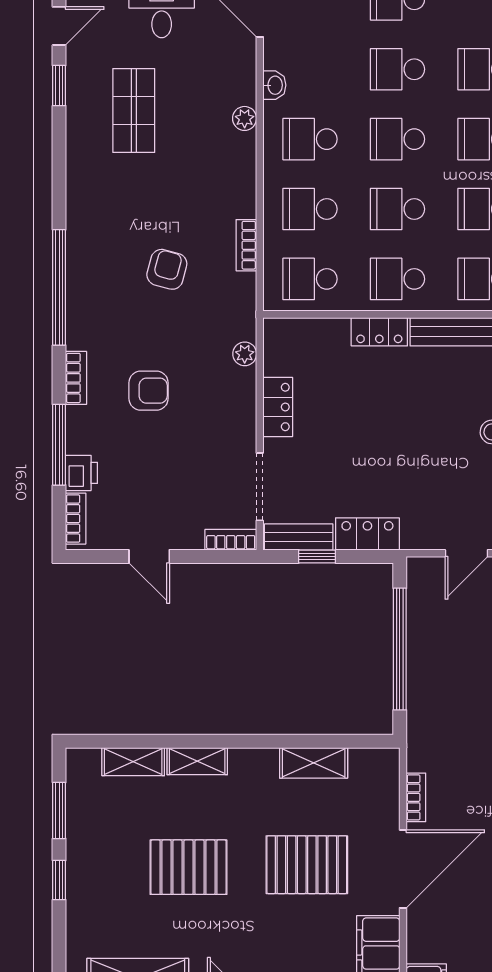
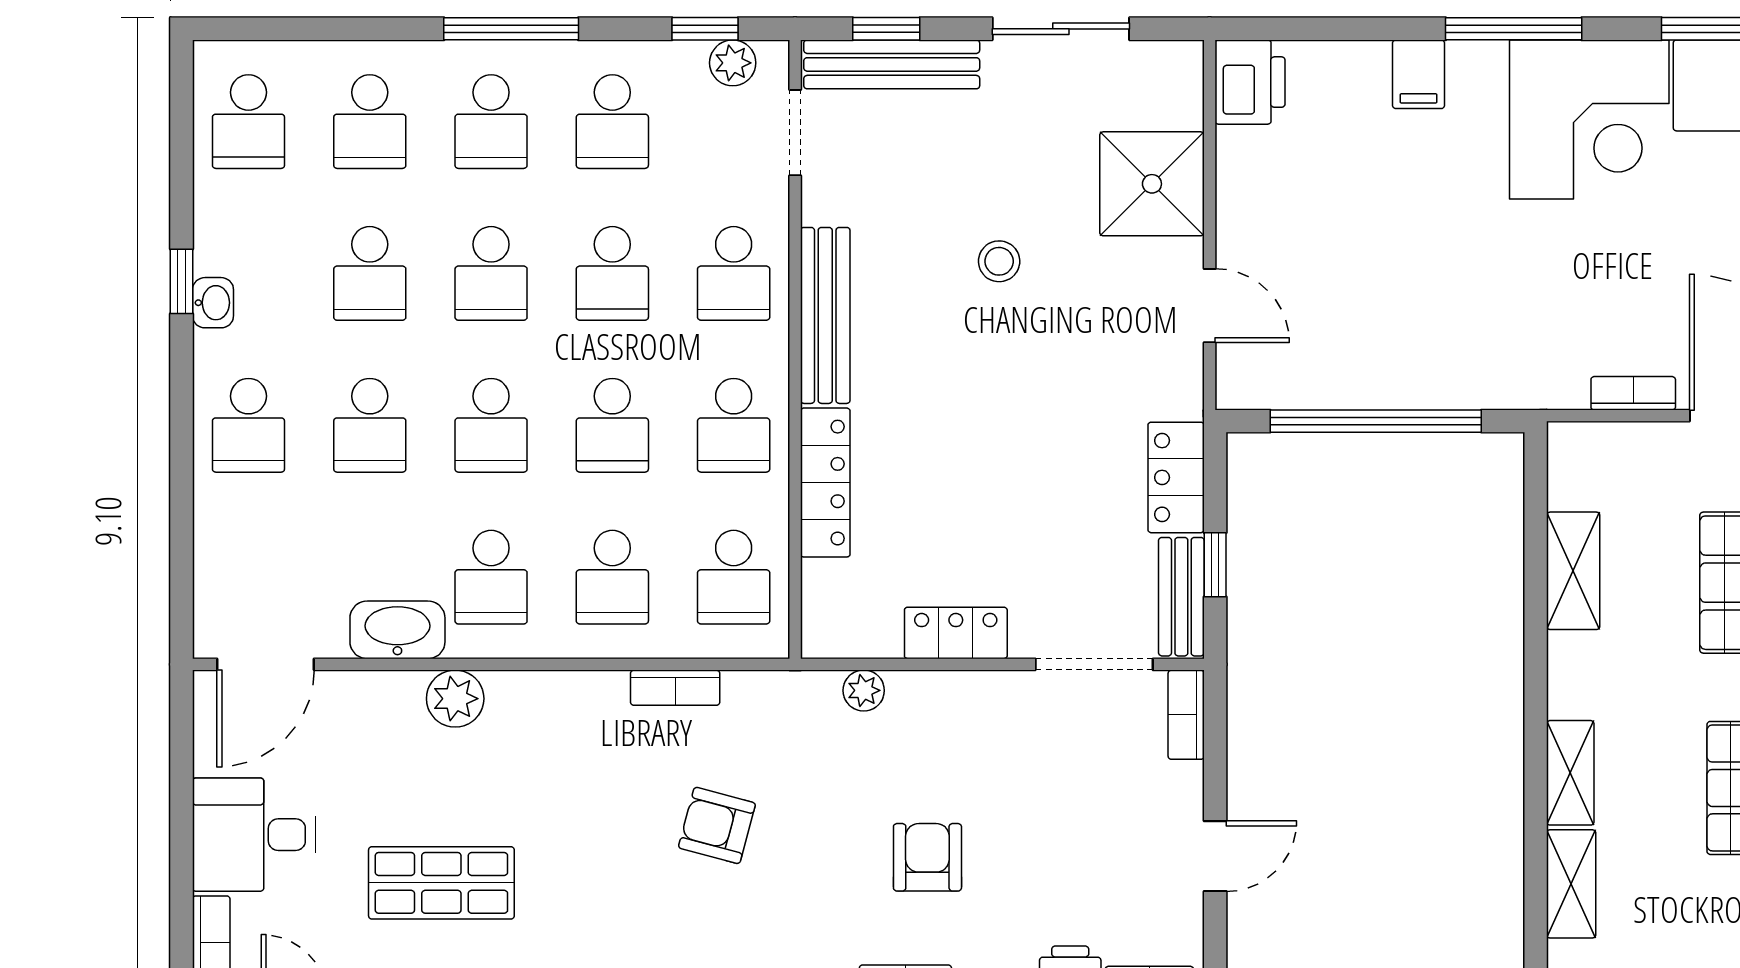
washbasin: (274, 85) -> (397, 630), width x1.91, depth x1.45
plant: (245, 118) -> (455, 699), width x1.38, depth x1.38
locker: (379, 332) -> (825, 483), width x1.53

